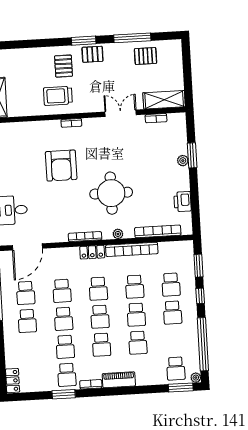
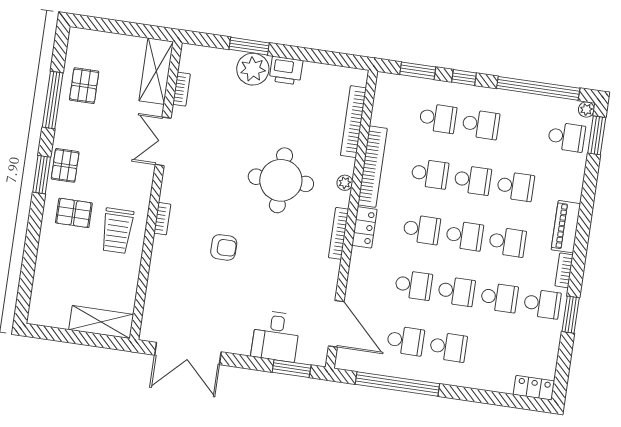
plant: (183, 161) -> (253, 69), width x1.88, depth x1.88
armchair: (61, 166) -> (224, 247), width x0.53, depth x0.53
printer: (183, 202) -> (286, 71), moved

